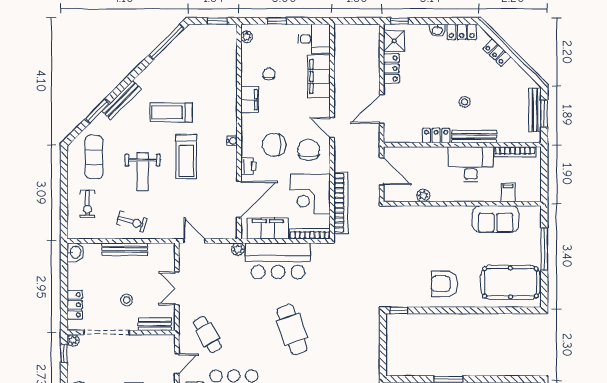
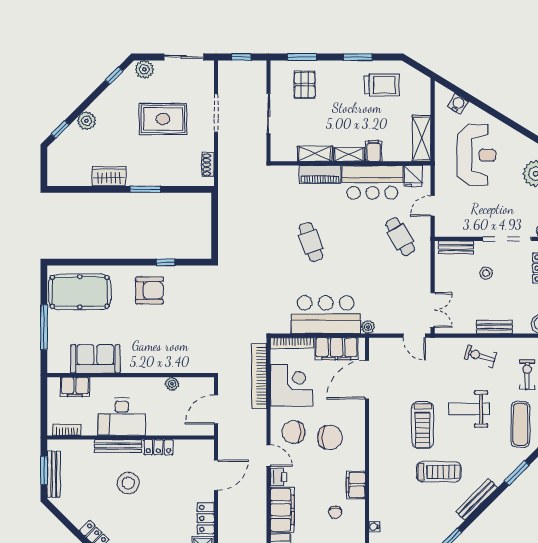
bench: (122, 100) -> (477, 499), moved
stool: (465, 102) -> (128, 483), width x1.89, depth x1.89
water cooler: (232, 141) -> (374, 527), moved
chair: (309, 150) -> (293, 432), turned 90
bookcase: (515, 152) -> (67, 430), width x0.64
treadmill: (186, 156) -> (423, 425), turned 180
printer: (248, 166) -> (279, 477), moved, turned 180
door: (382, 171) -> (216, 409), hinge flipped
weight bench: (143, 172) -> (469, 409), turned -90
filing cabinet: (508, 193) -> (75, 387), width x2.00
bench: (125, 249) -> (494, 327), width x0.73
double door: (177, 288) -> (433, 310), moved
window: (399, 310) -> (166, 262), moved
cafe table: (292, 329) -> (311, 242), width x0.73, depth x0.74

